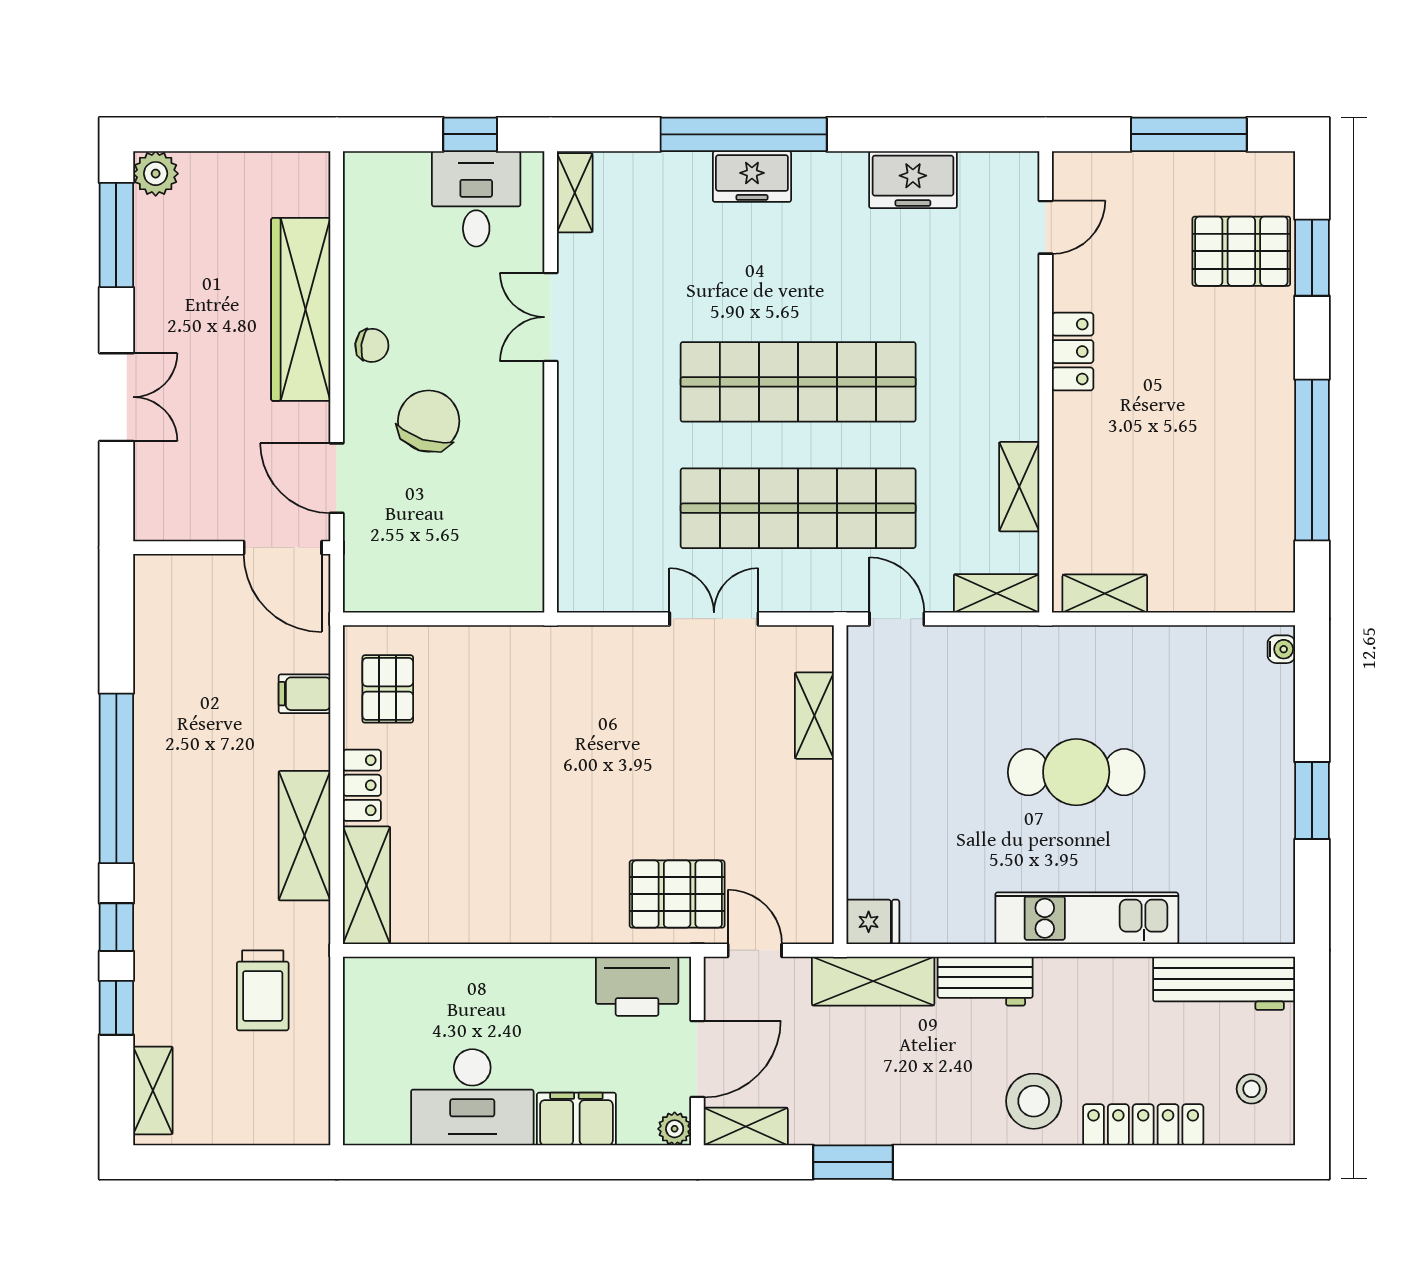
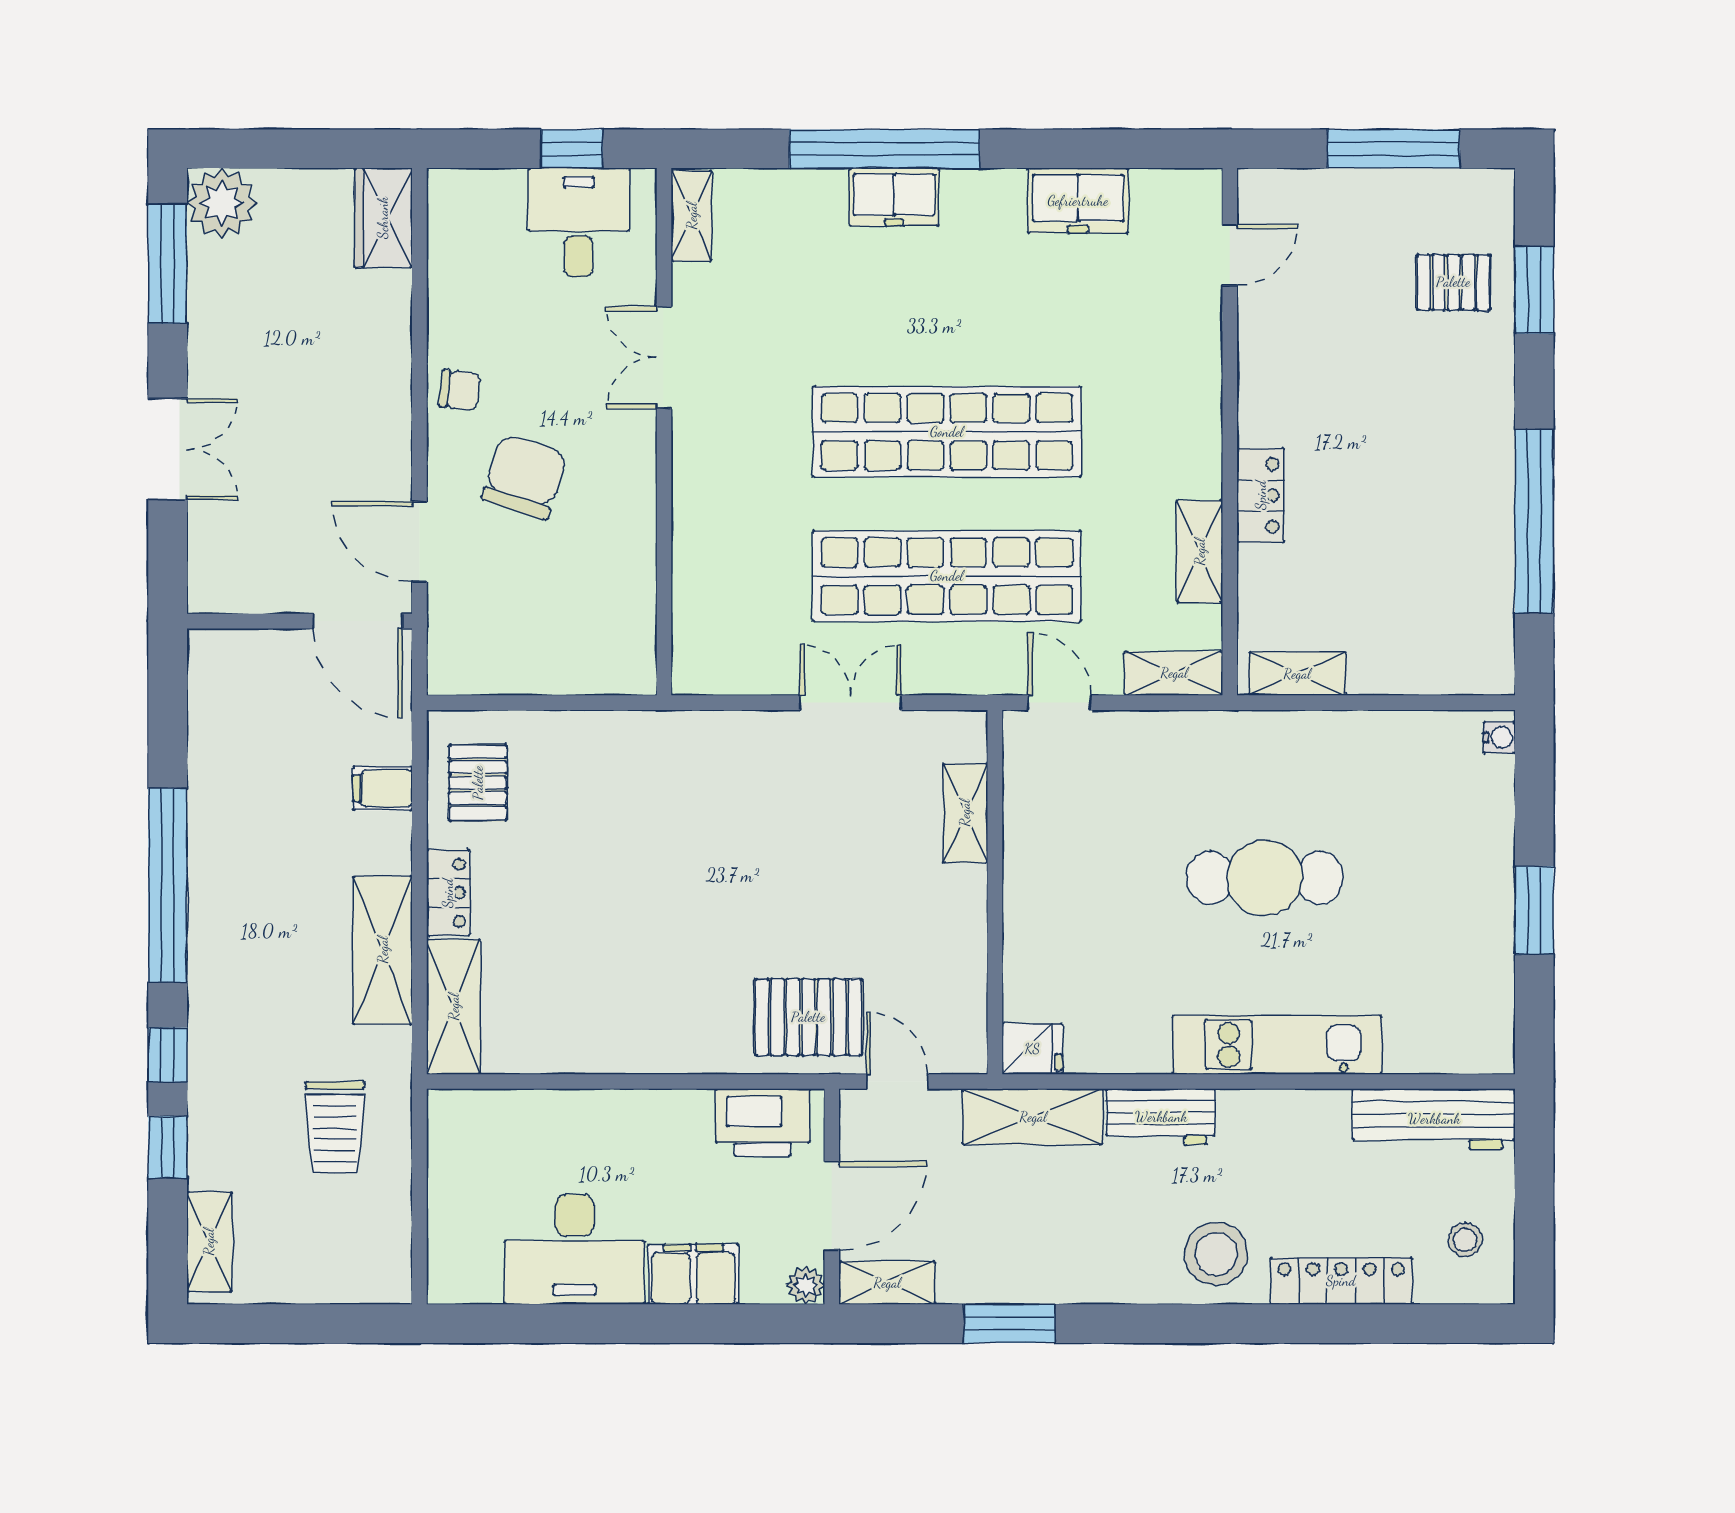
plant: (156, 174) -> (222, 203), width x1.36, depth x1.36
pallet: (1241, 251) -> (1453, 282), width x0.67, depth x0.71
wardrobe: (301, 309) -> (383, 218), moved, width x0.48, depth x0.85
locker: (1073, 352) -> (1261, 495), moved

